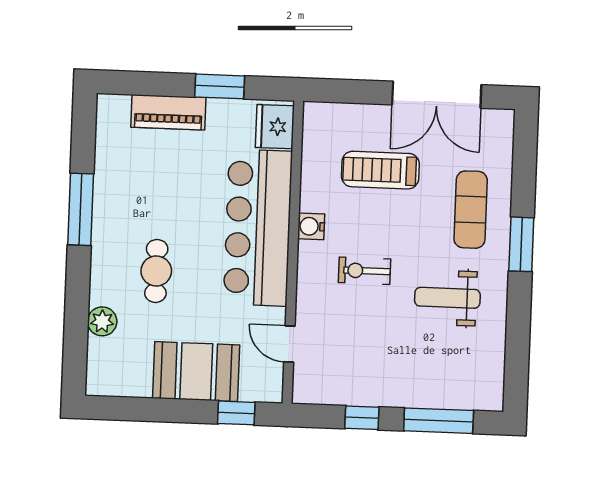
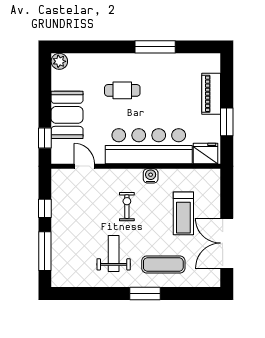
treadmill: (380, 170) -> (183, 213), turned 180
plant: (102, 321) -> (59, 61), moved
door: (289, 344) -> (84, 166), hinge flipped

